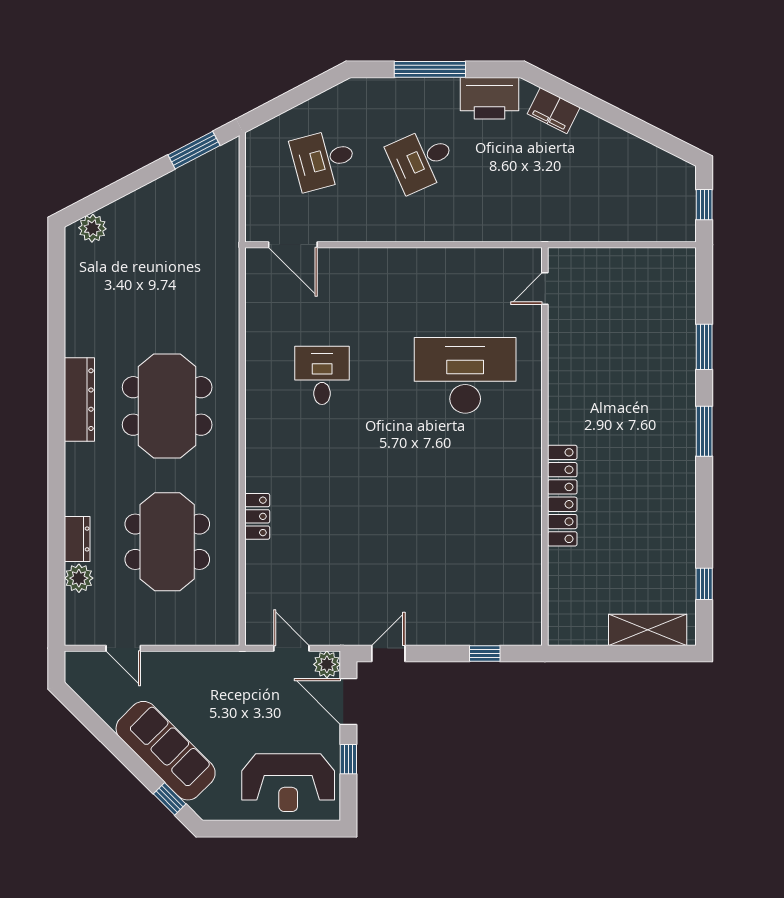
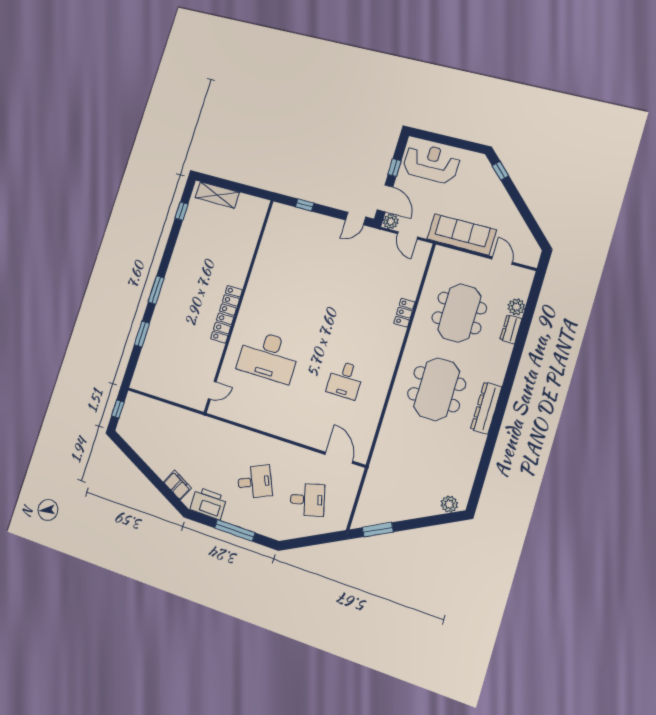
locker: (562, 496) -> (227, 314), moved
sofa: (166, 751) -> (462, 234), moved, turned 135

